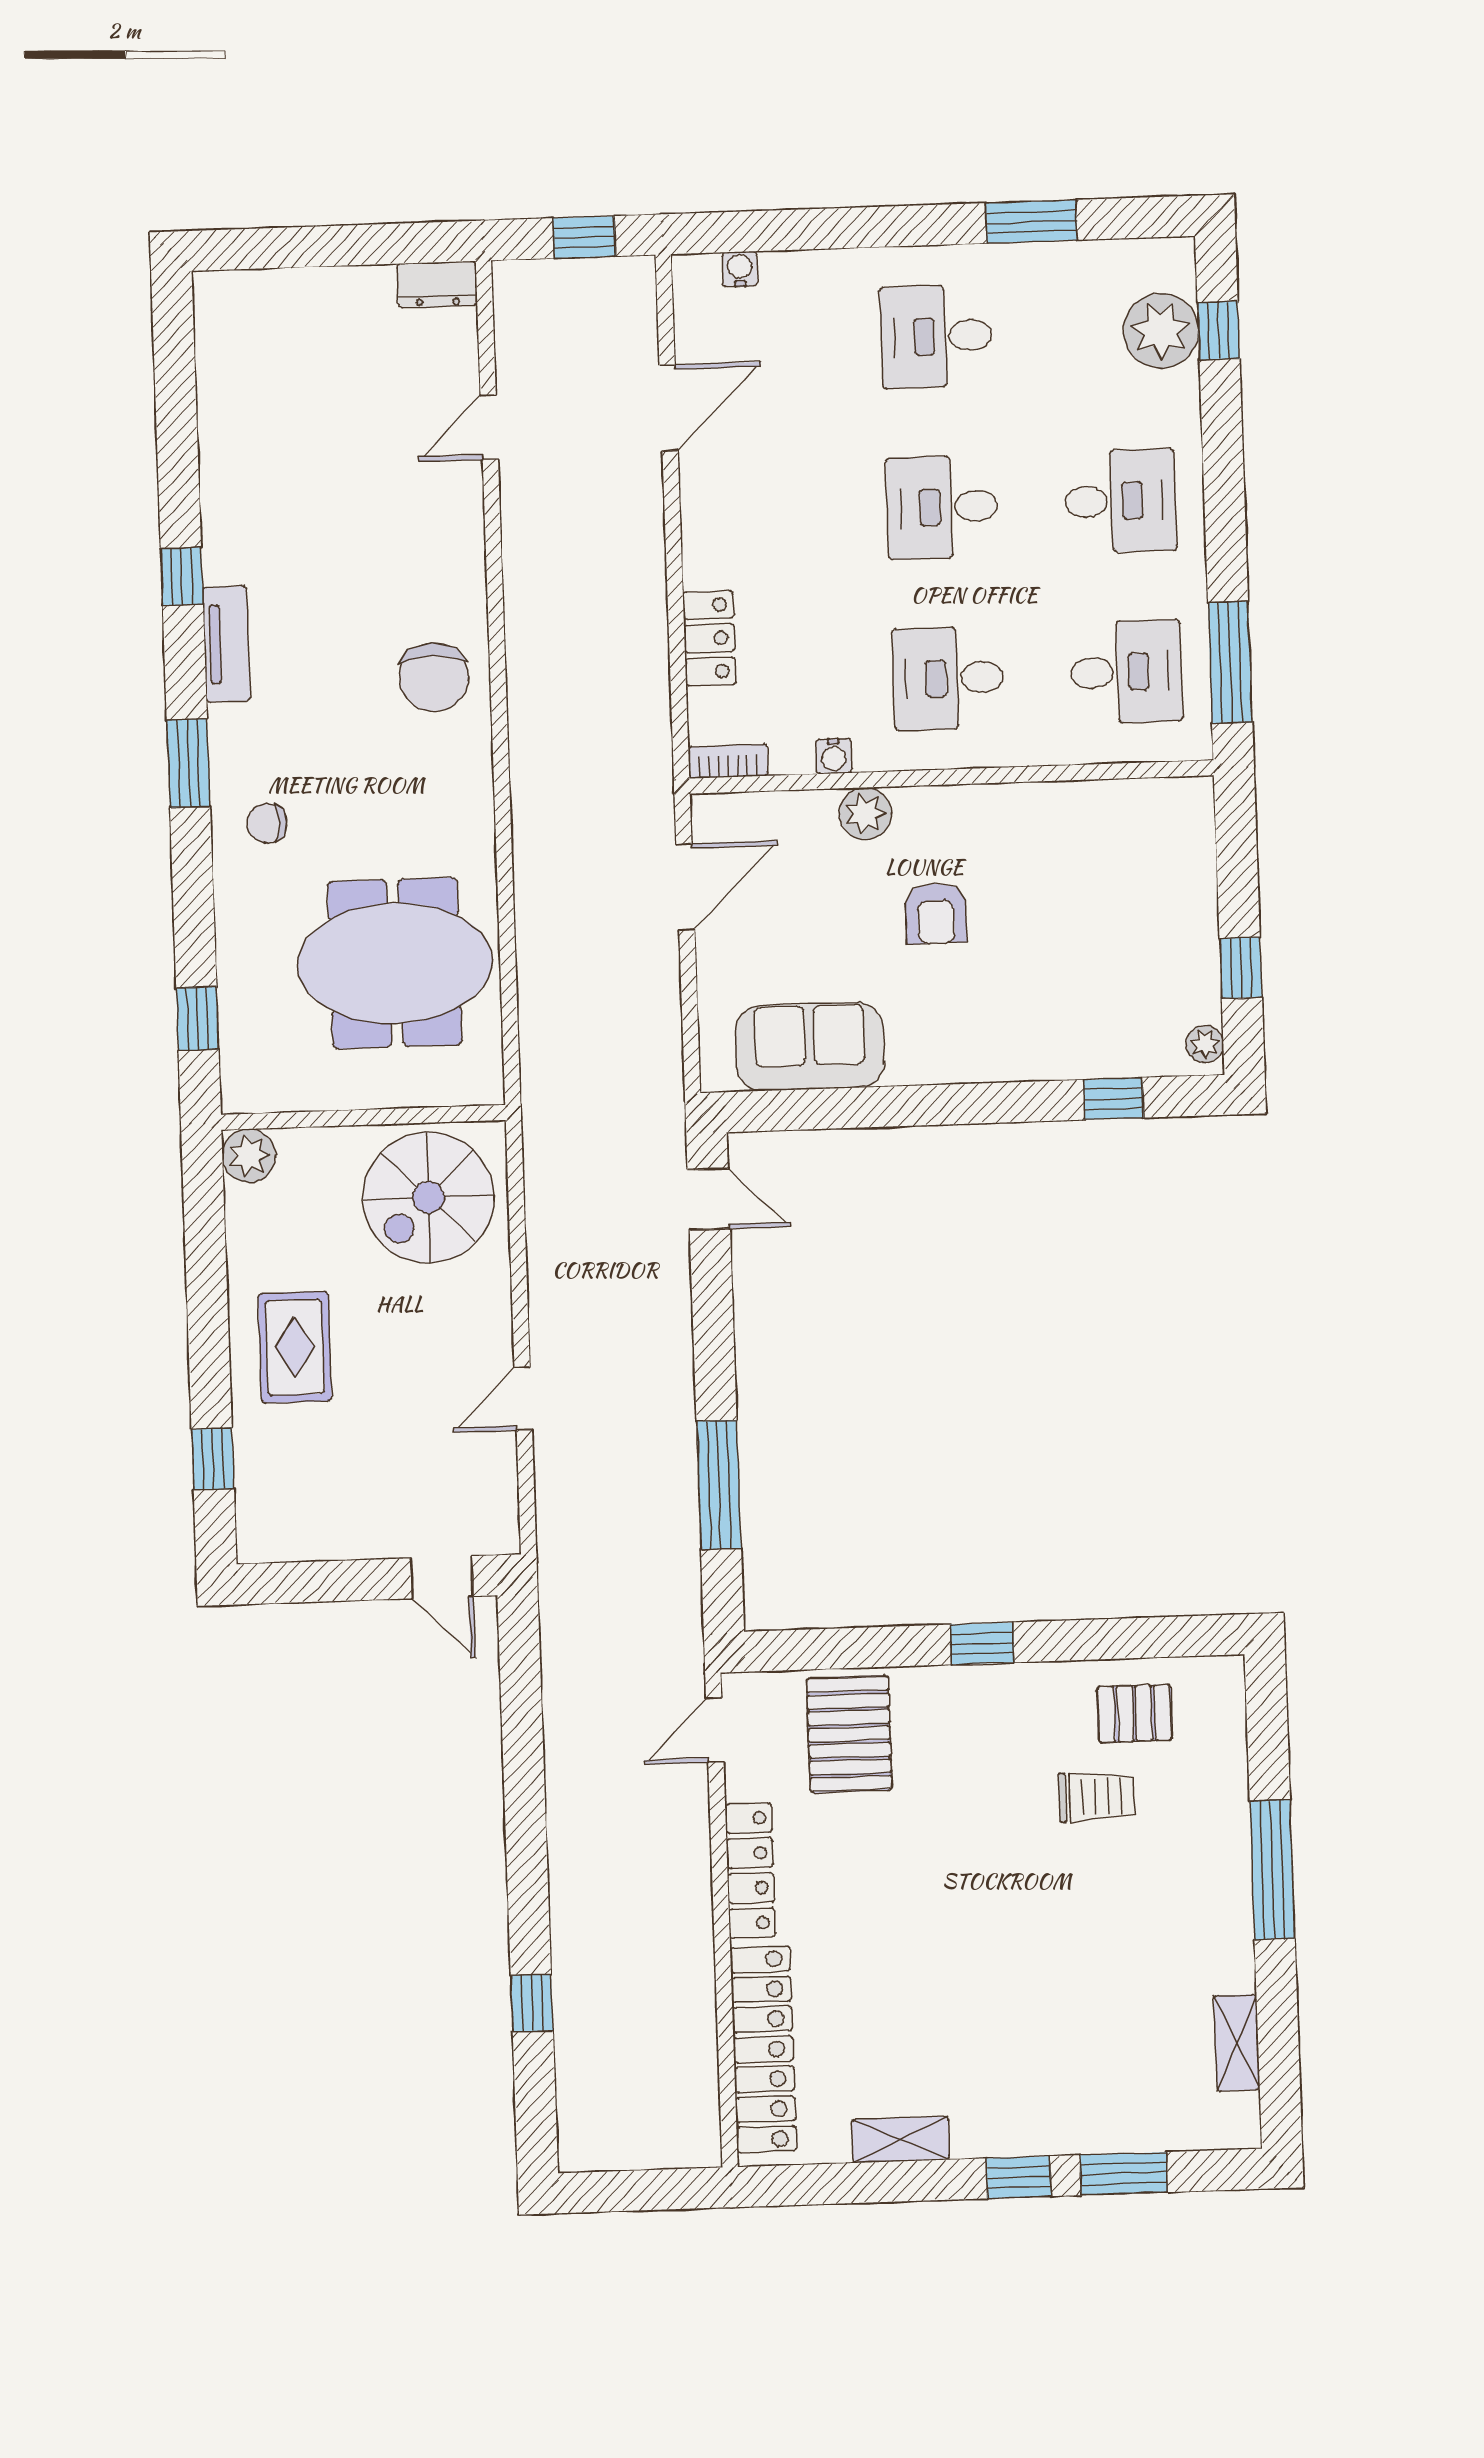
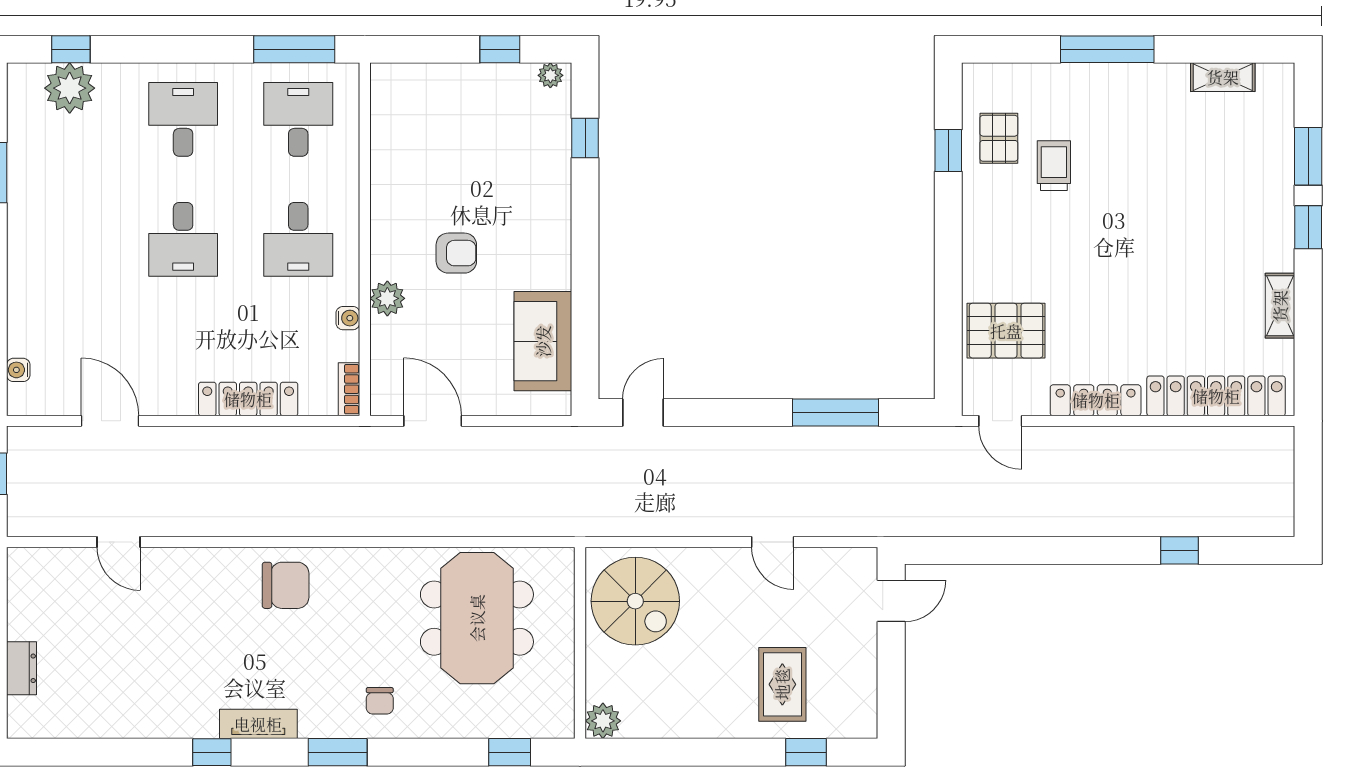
dresser: (437, 285) -> (22, 668), moved
desk: (936, 336) -> (68, 239), removed
locker: (709, 638) -> (248, 399), width x1.53
rug: (295, 1347) -> (782, 684), moved, turned 90
window: (982, 1643) -> (948, 151), moved

